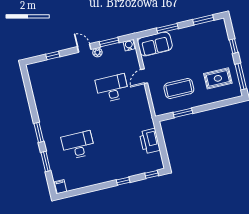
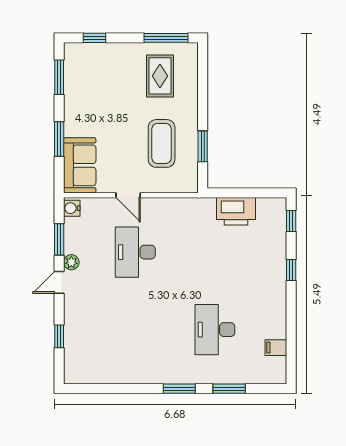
window: (234, 46) -> (94, 38), moved
filing cabinet: (61, 187) -> (276, 348), moved

